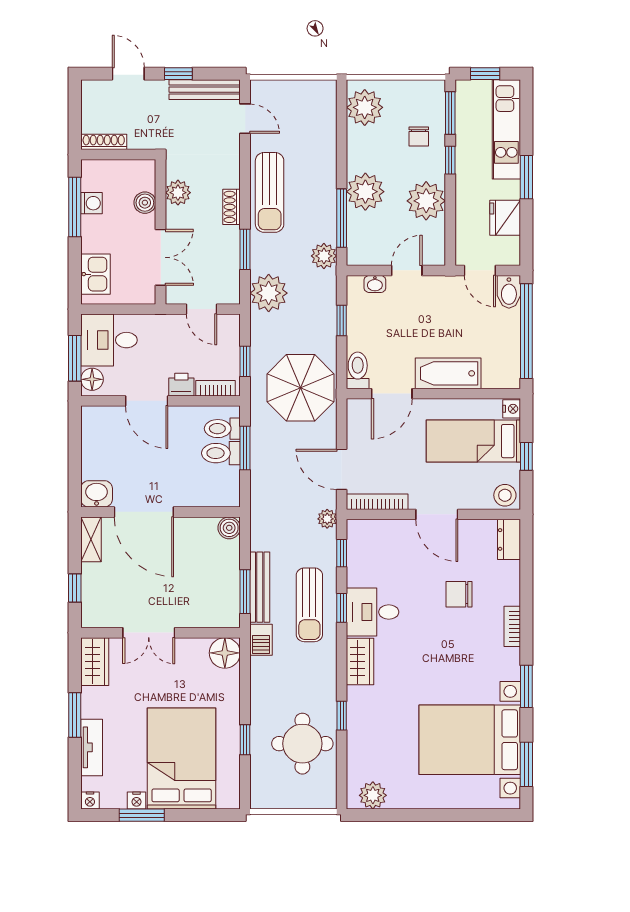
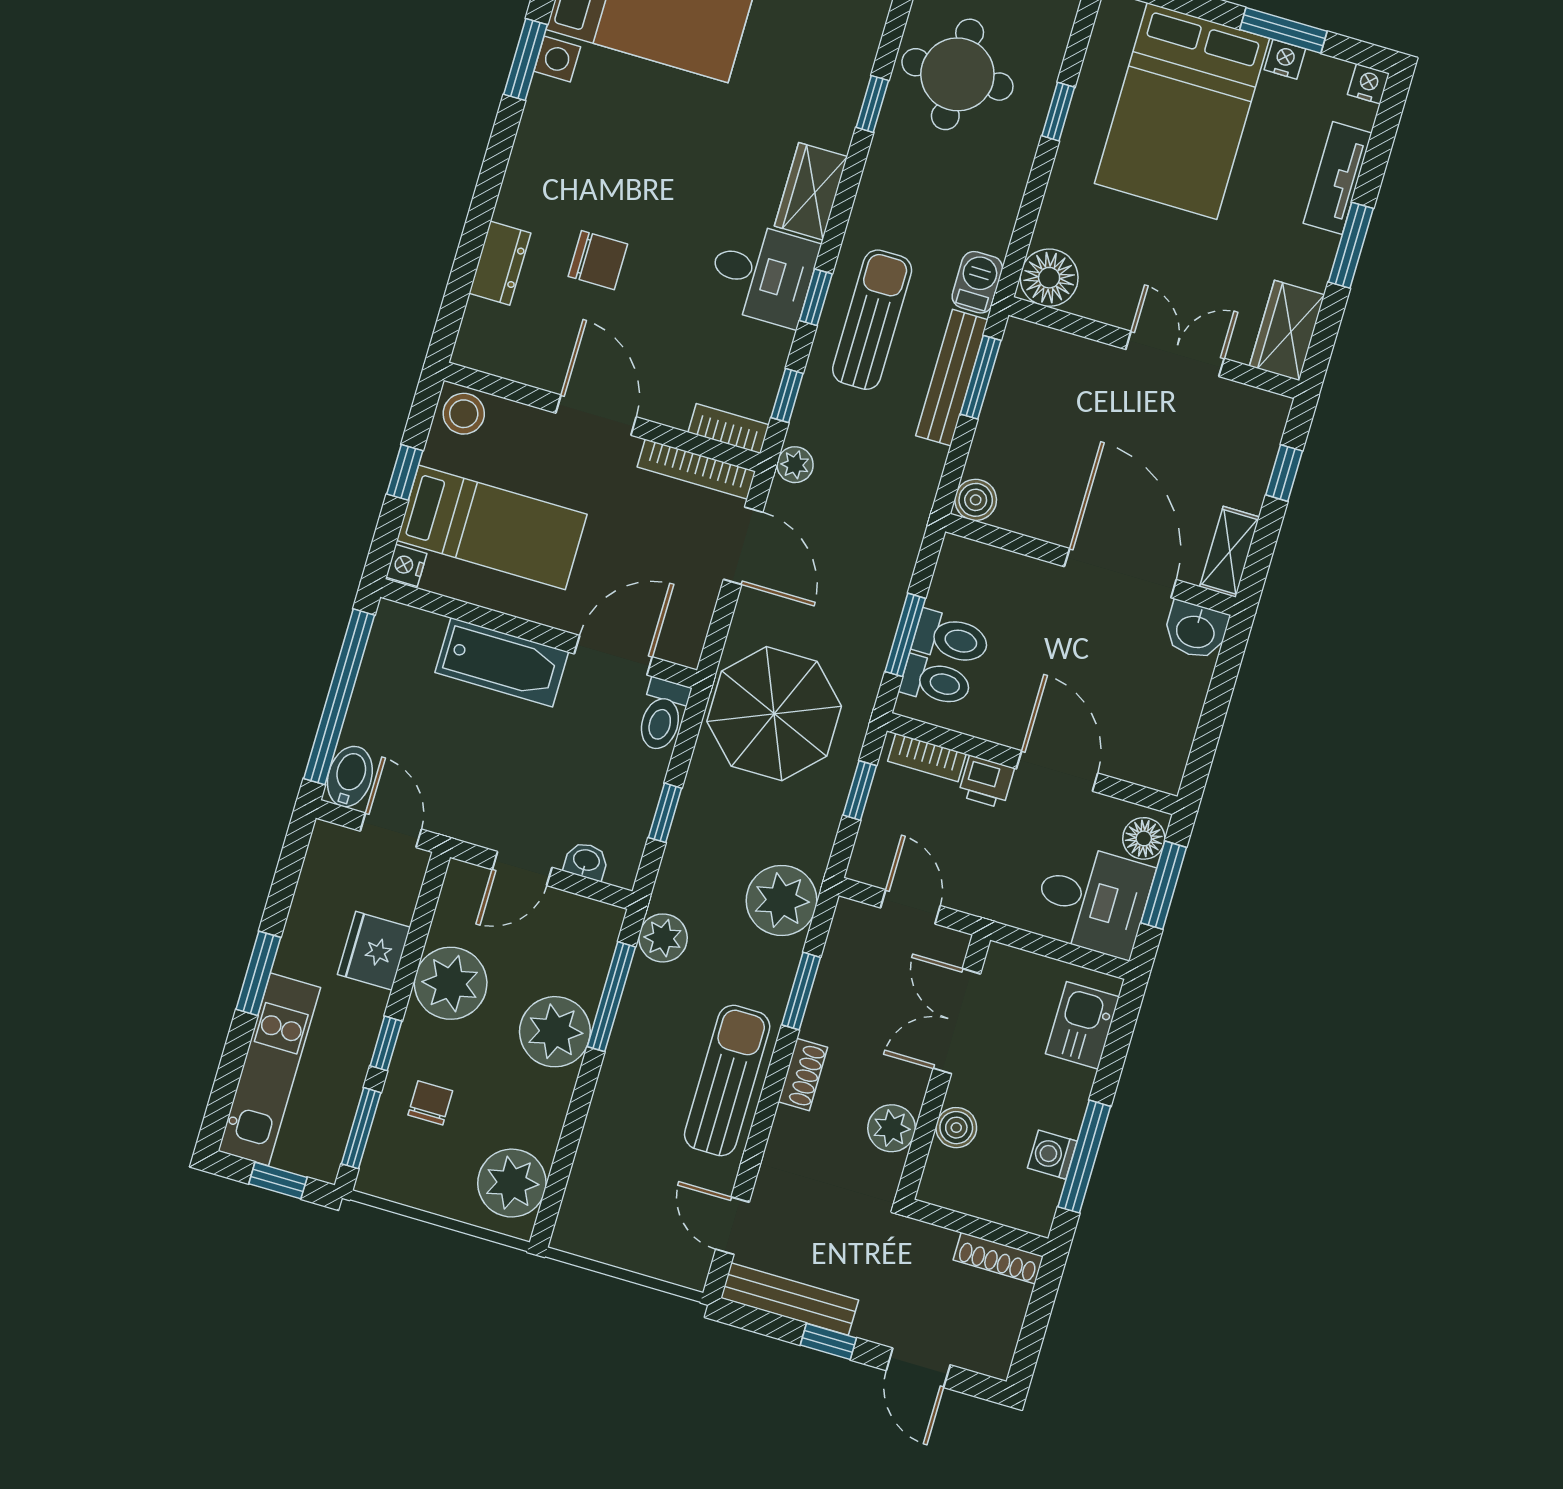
fridge: (505, 218) -> (374, 951), moved, turned 180
dresser: (509, 539) -> (500, 263), moved
bookcase: (512, 626) -> (729, 429), moved, turned -90

